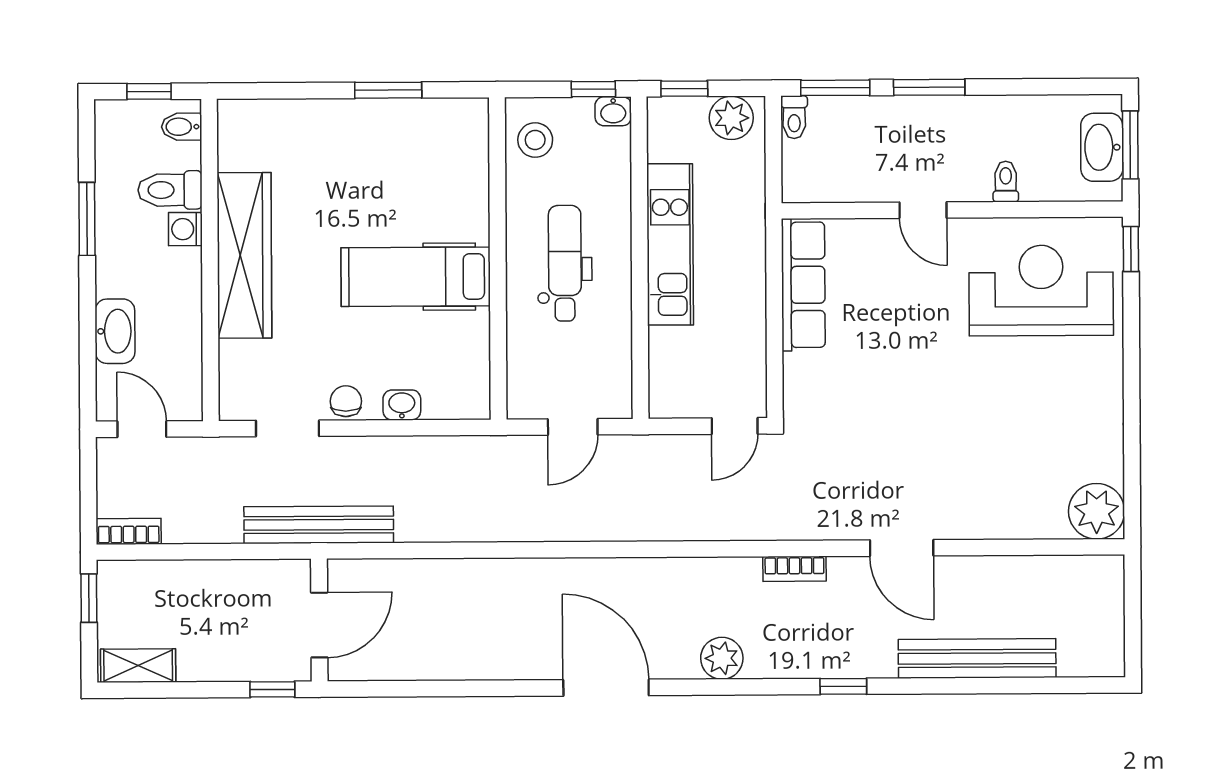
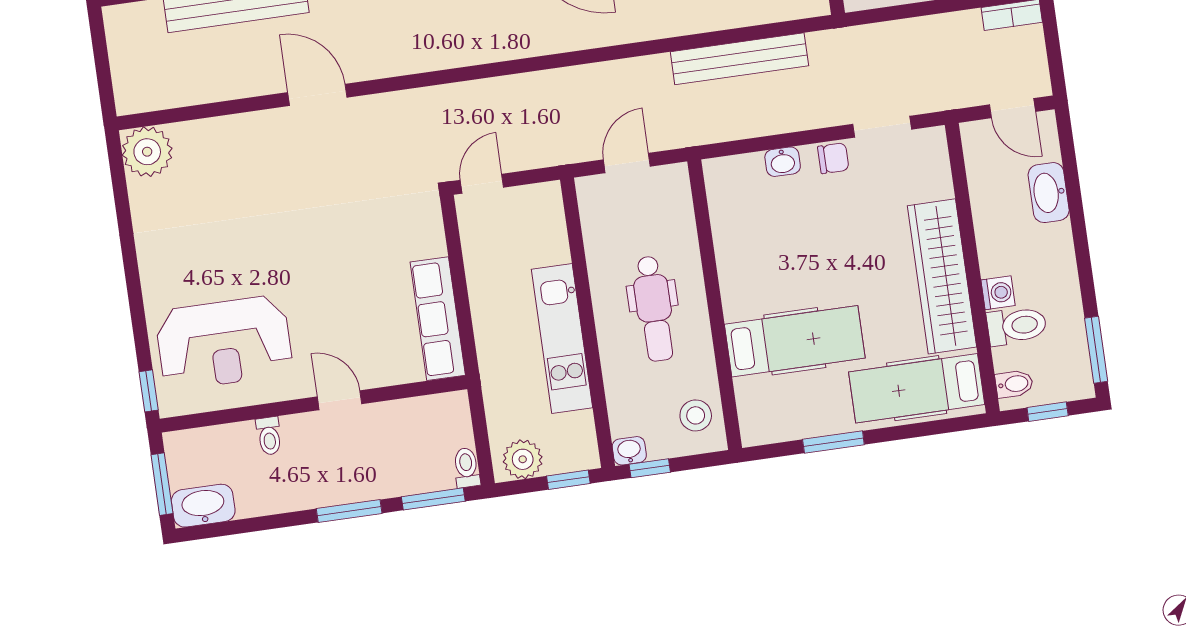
hospital bed: (289, 137) -> (917, 388), added
washbasin: (1102, 147) -> (203, 506), moved, turned -90
window: (87, 219) -> (1096, 350), moved
hospital bed: (416, 277) -> (795, 341), moved
chair: (346, 401) -> (833, 158), turned -90
bench: (319, 525) -> (739, 59), moved
bookcase: (794, 569) -> (411, 63), removed

